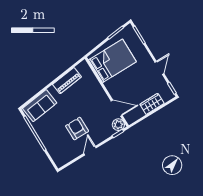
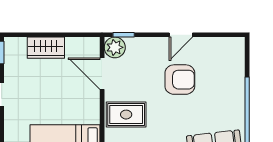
rug: (93, 95) -> (126, 115), added
armchair: (77, 129) -> (180, 80), turned -90

